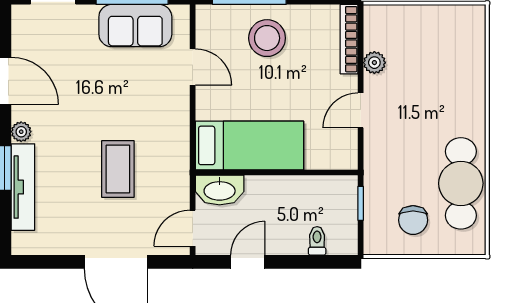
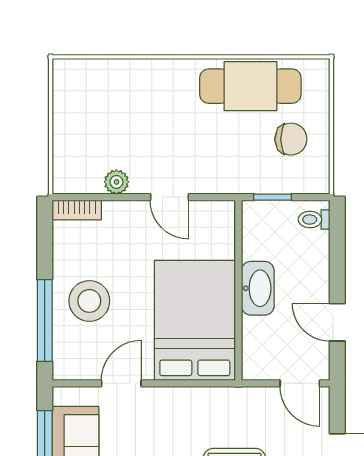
bookcase: (349, 39) -> (77, 210), width x0.64
bed: (249, 145) -> (195, 320), width x1.50
washbasin: (220, 190) -> (258, 288), moved
toilet: (317, 241) -> (314, 220), moved

